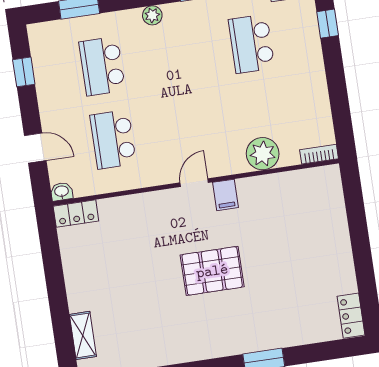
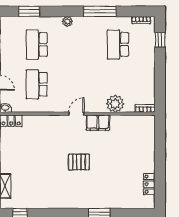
filing cabinet: (225, 195) -> (98, 123), width x2.00
pallet: (212, 271) -> (79, 162), width x0.67, depth x0.71
locker: (351, 316) -> (149, 184), moved

